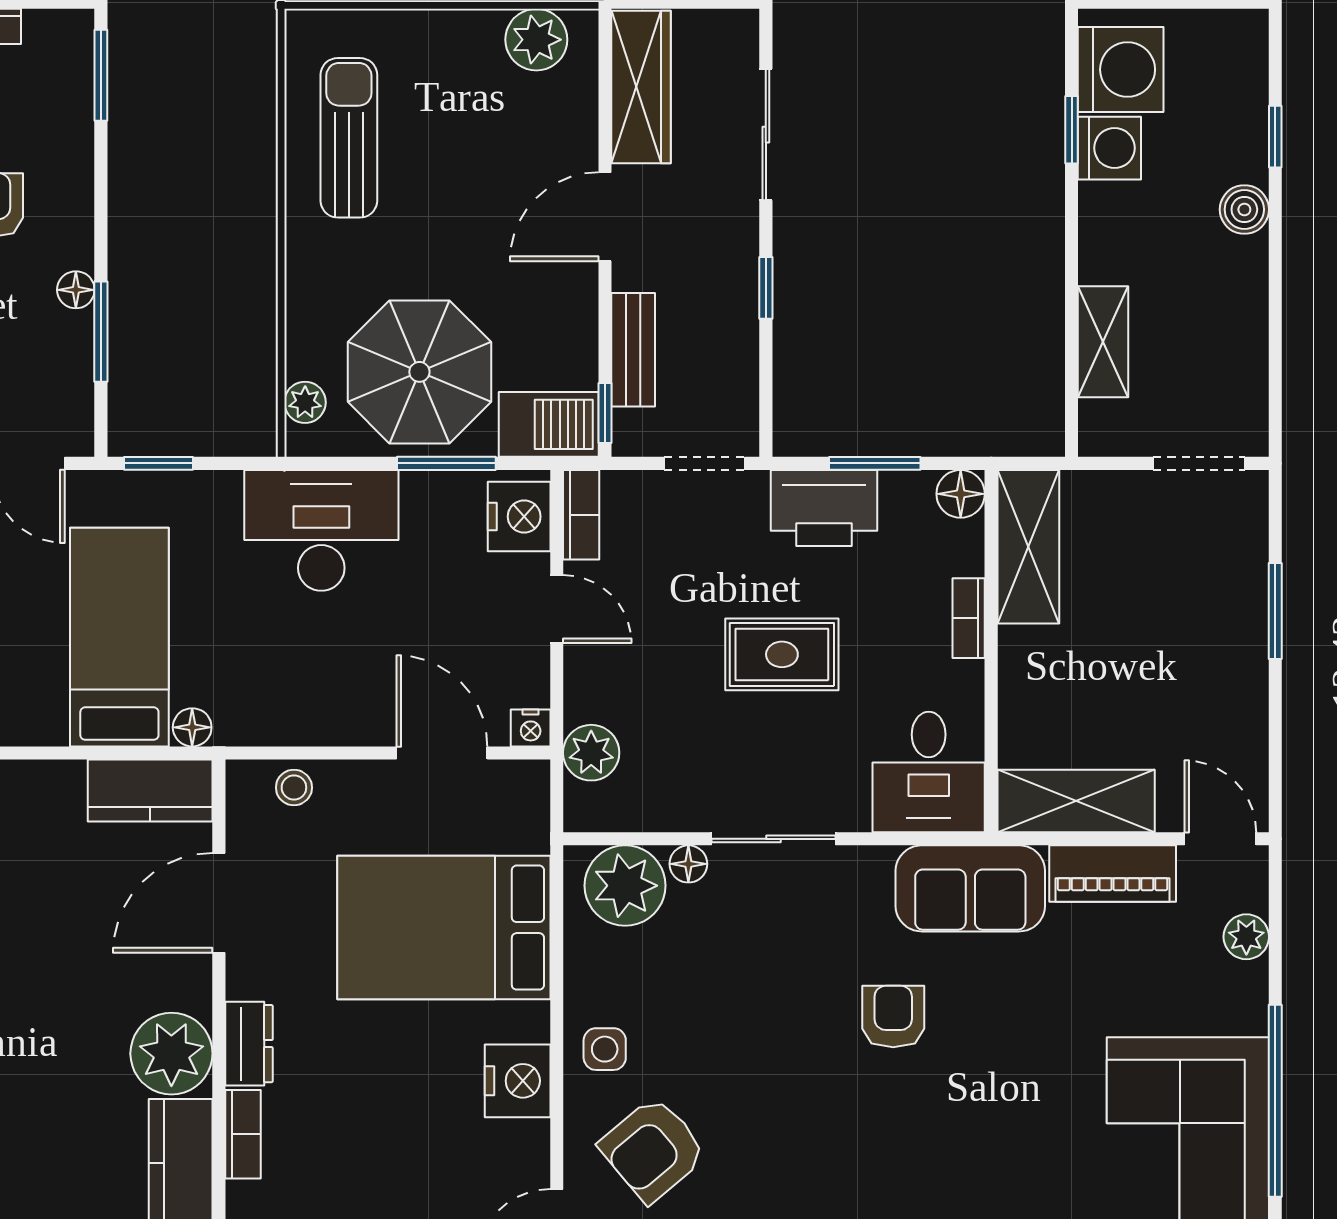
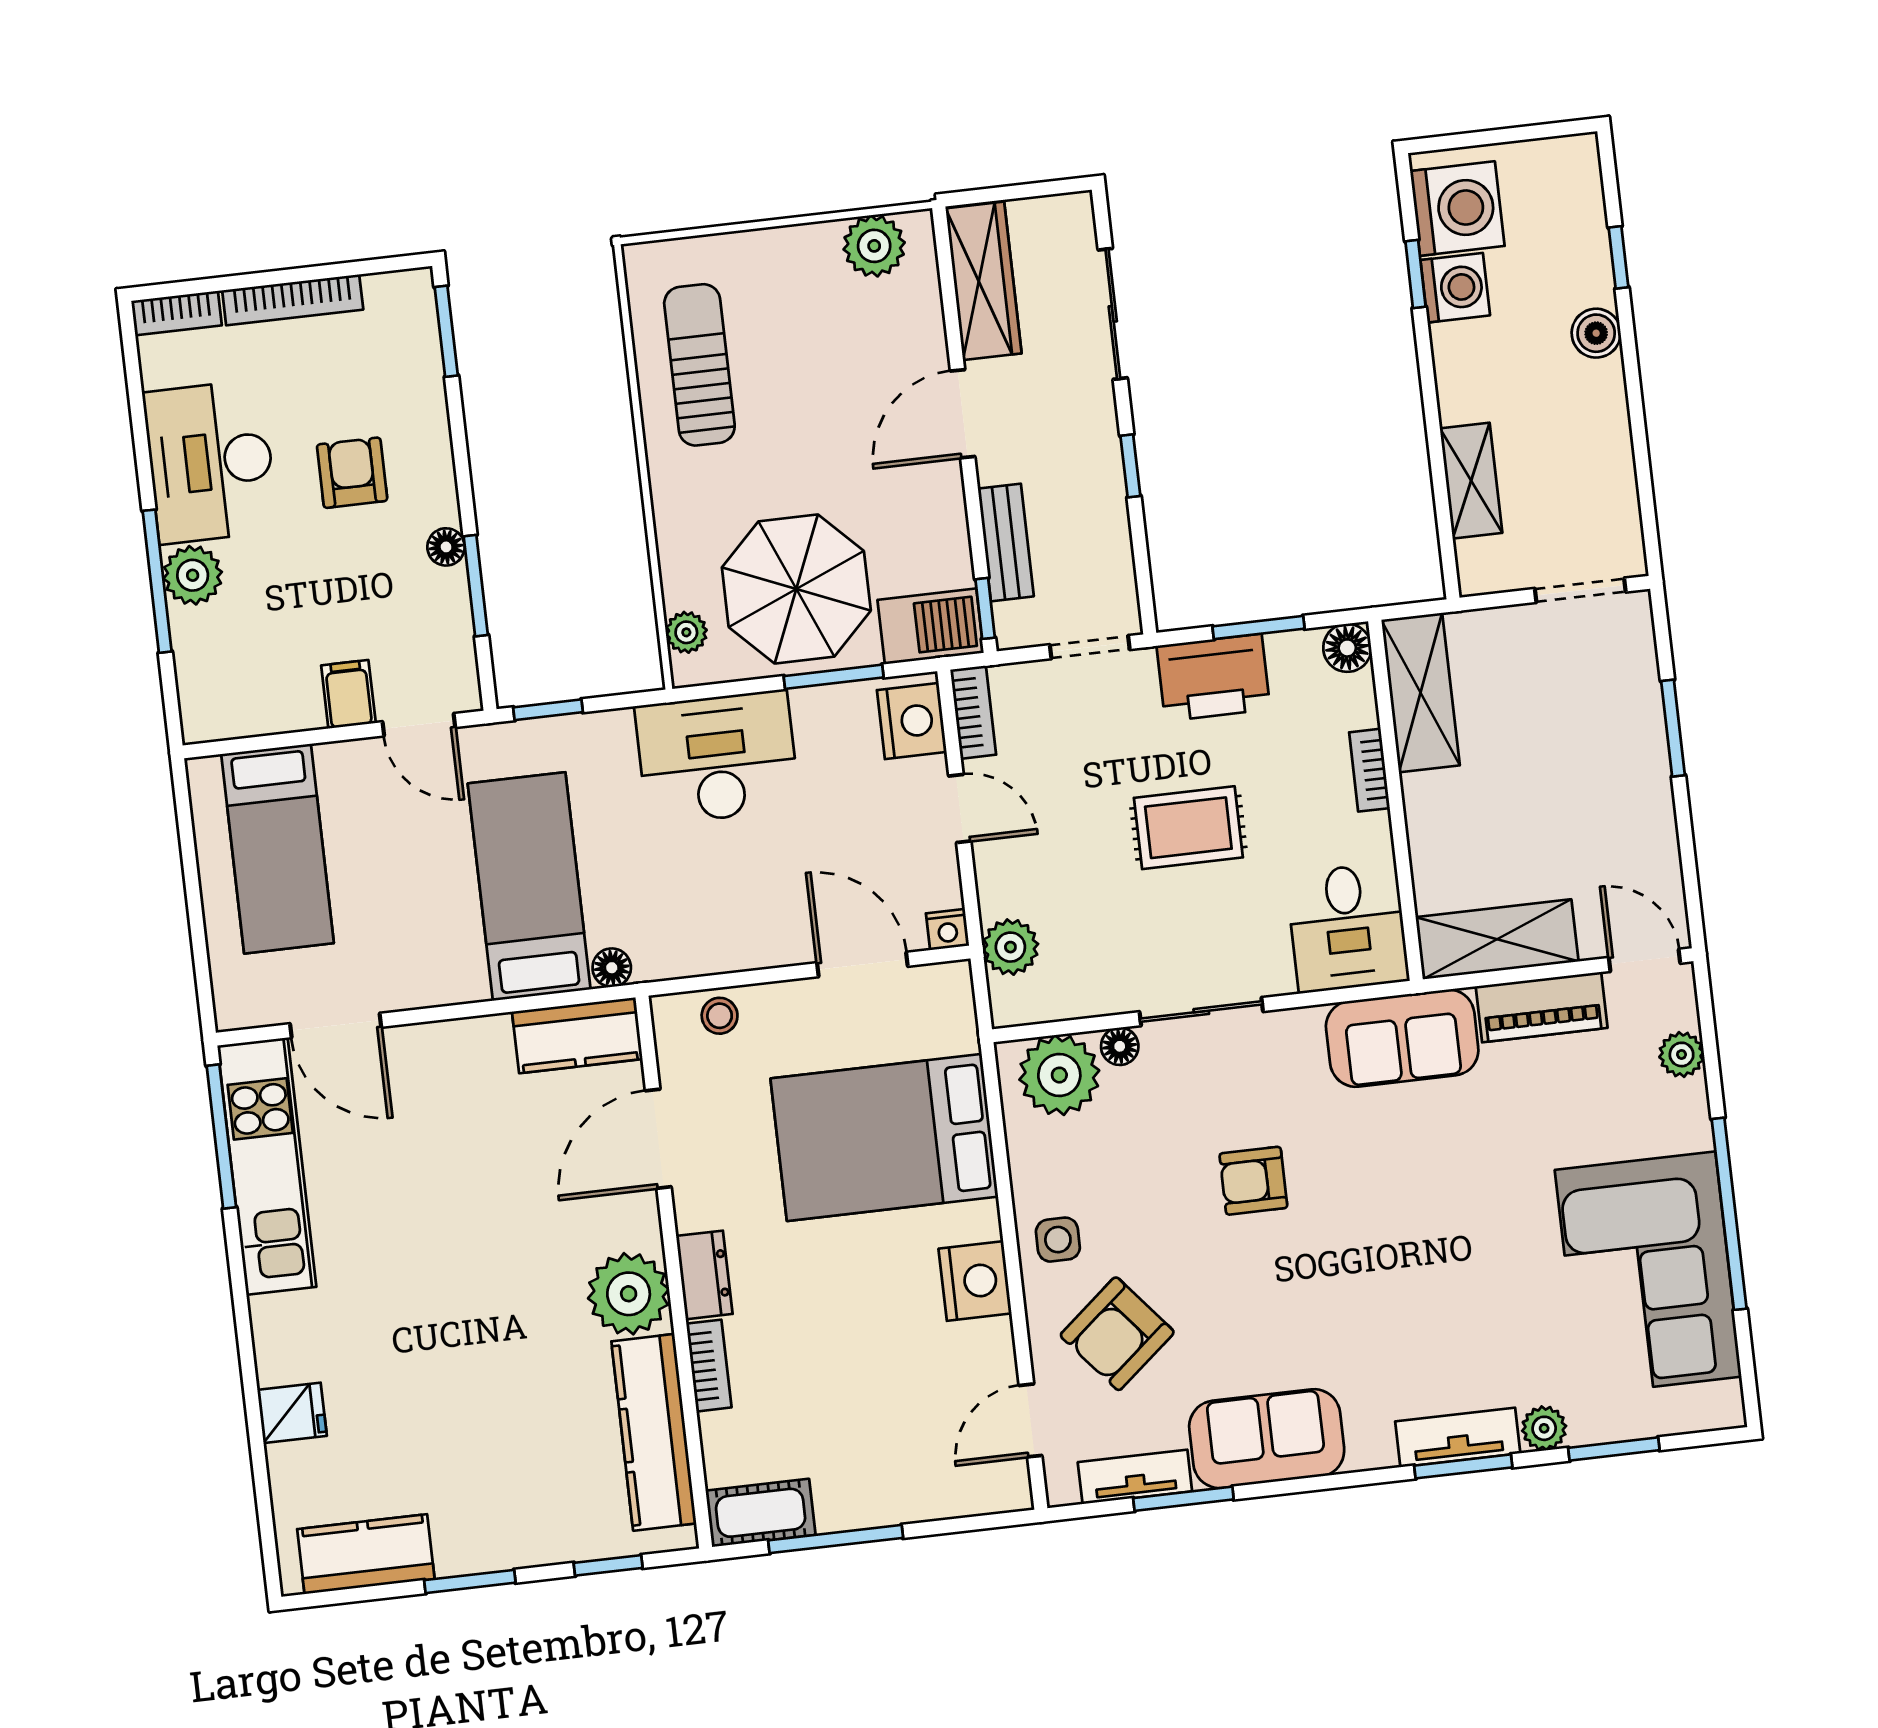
armchair: (893, 1017) -> (1253, 1181), moved, turned -90

